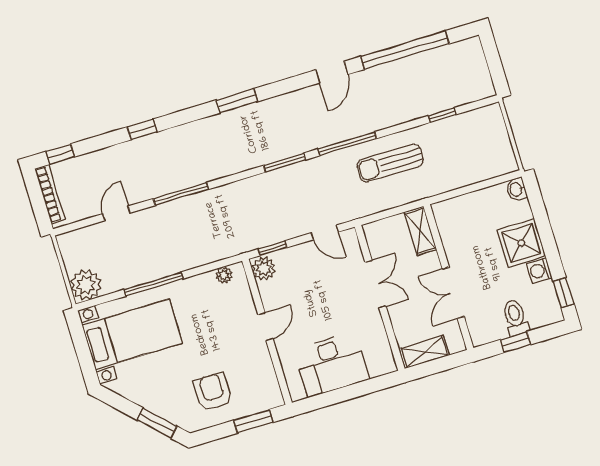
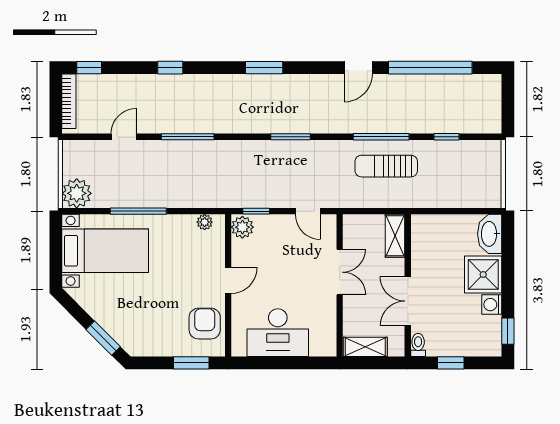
window: (347, 144) -> (381, 137), moved
washbasin: (516, 189) -> (490, 234), width x1.91, depth x1.45
toilet: (515, 317) -> (418, 345), moved, width x0.73, depth x0.72
armchair: (213, 392) -> (205, 324), moved

